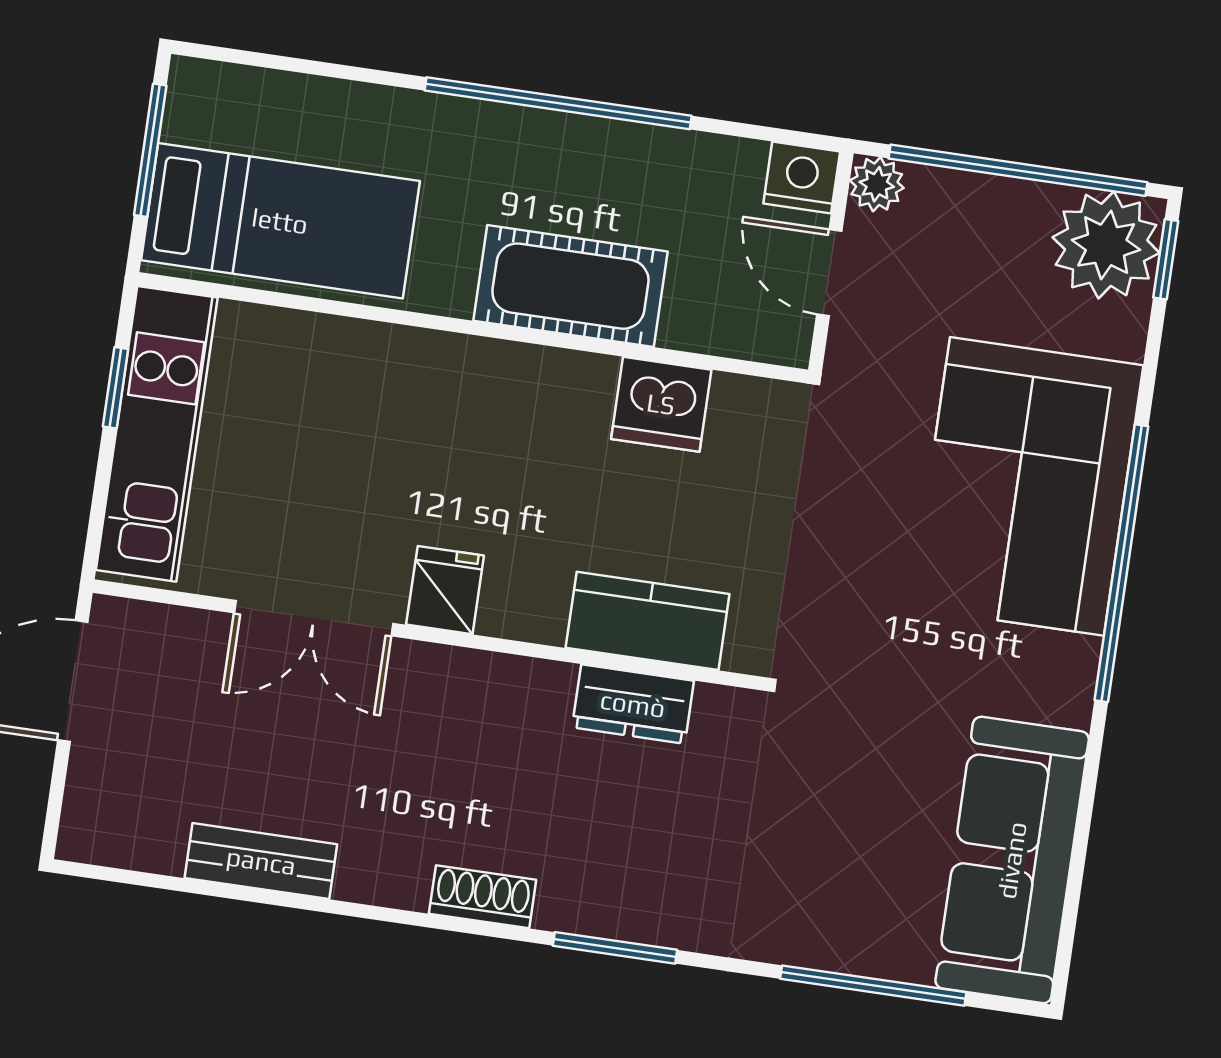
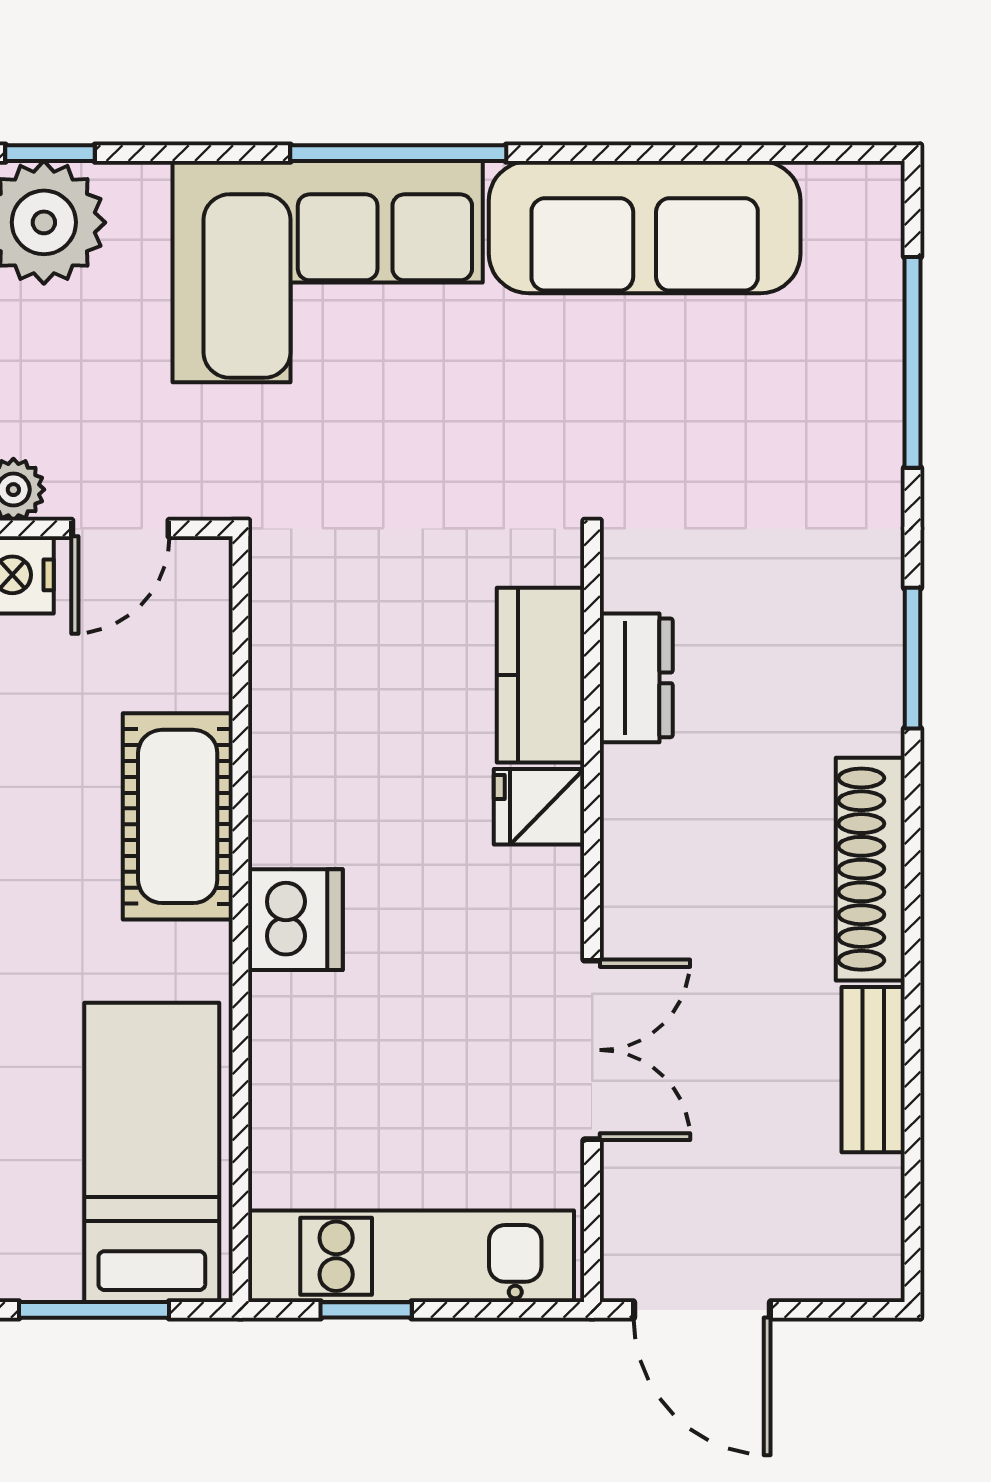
dishwasher: (661, 404) -> (295, 920), moved
window: (1121, 563) -> (398, 153), width x0.68
fridge: (445, 590) -> (539, 807), moved
sofa: (1012, 860) -> (645, 227), moved
shoe rack: (483, 897) -> (870, 869), width x1.94, depth x1.24

